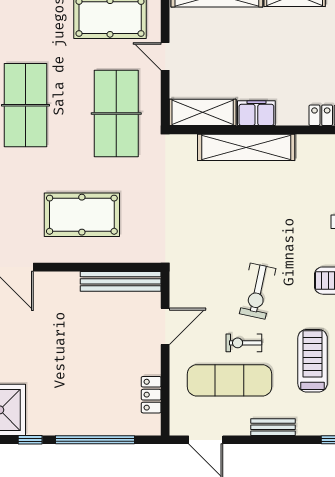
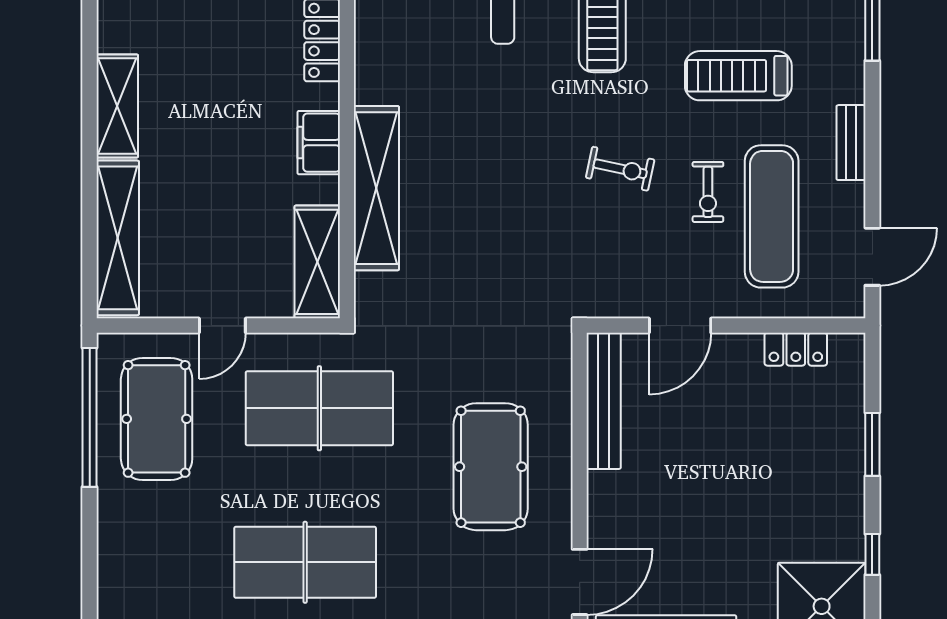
filing cabinet: (256, 113) -> (319, 143), moved
exercise bike: (258, 291) -> (620, 169), width x0.73, depth x0.72
door: (165, 326) -> (680, 326), swing flipped
window: (95, 440) -> (872, 444), width x0.47

